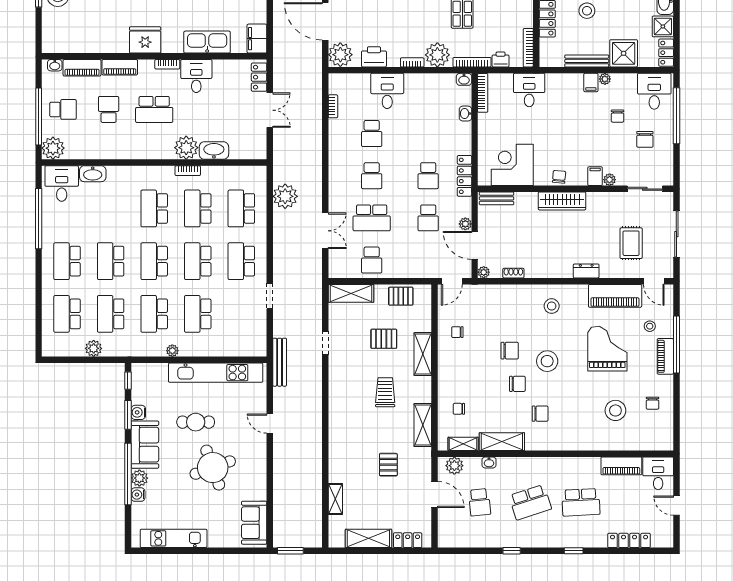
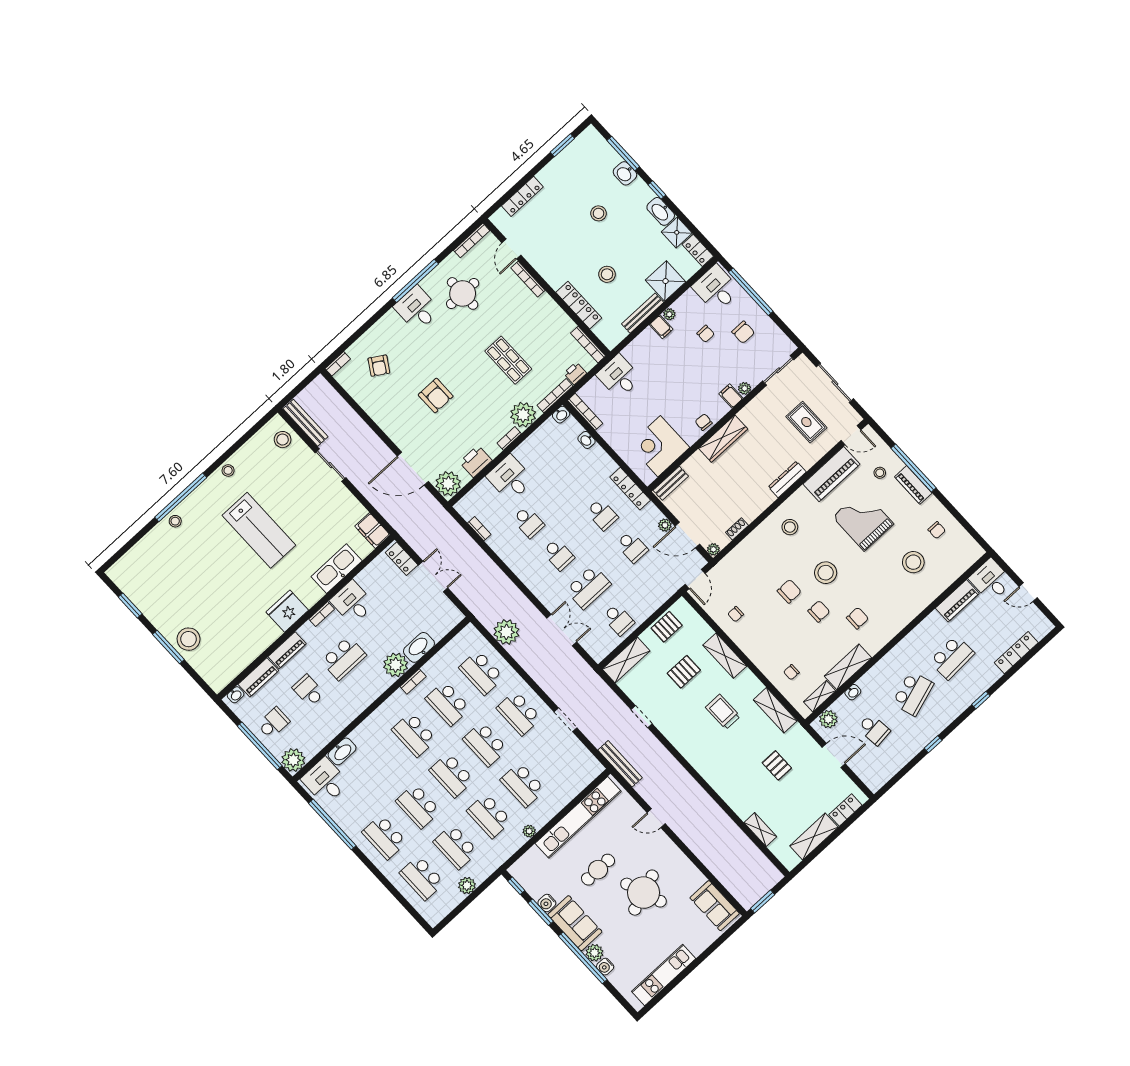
dresser: (586, 271) -> (787, 479), width x1.44

